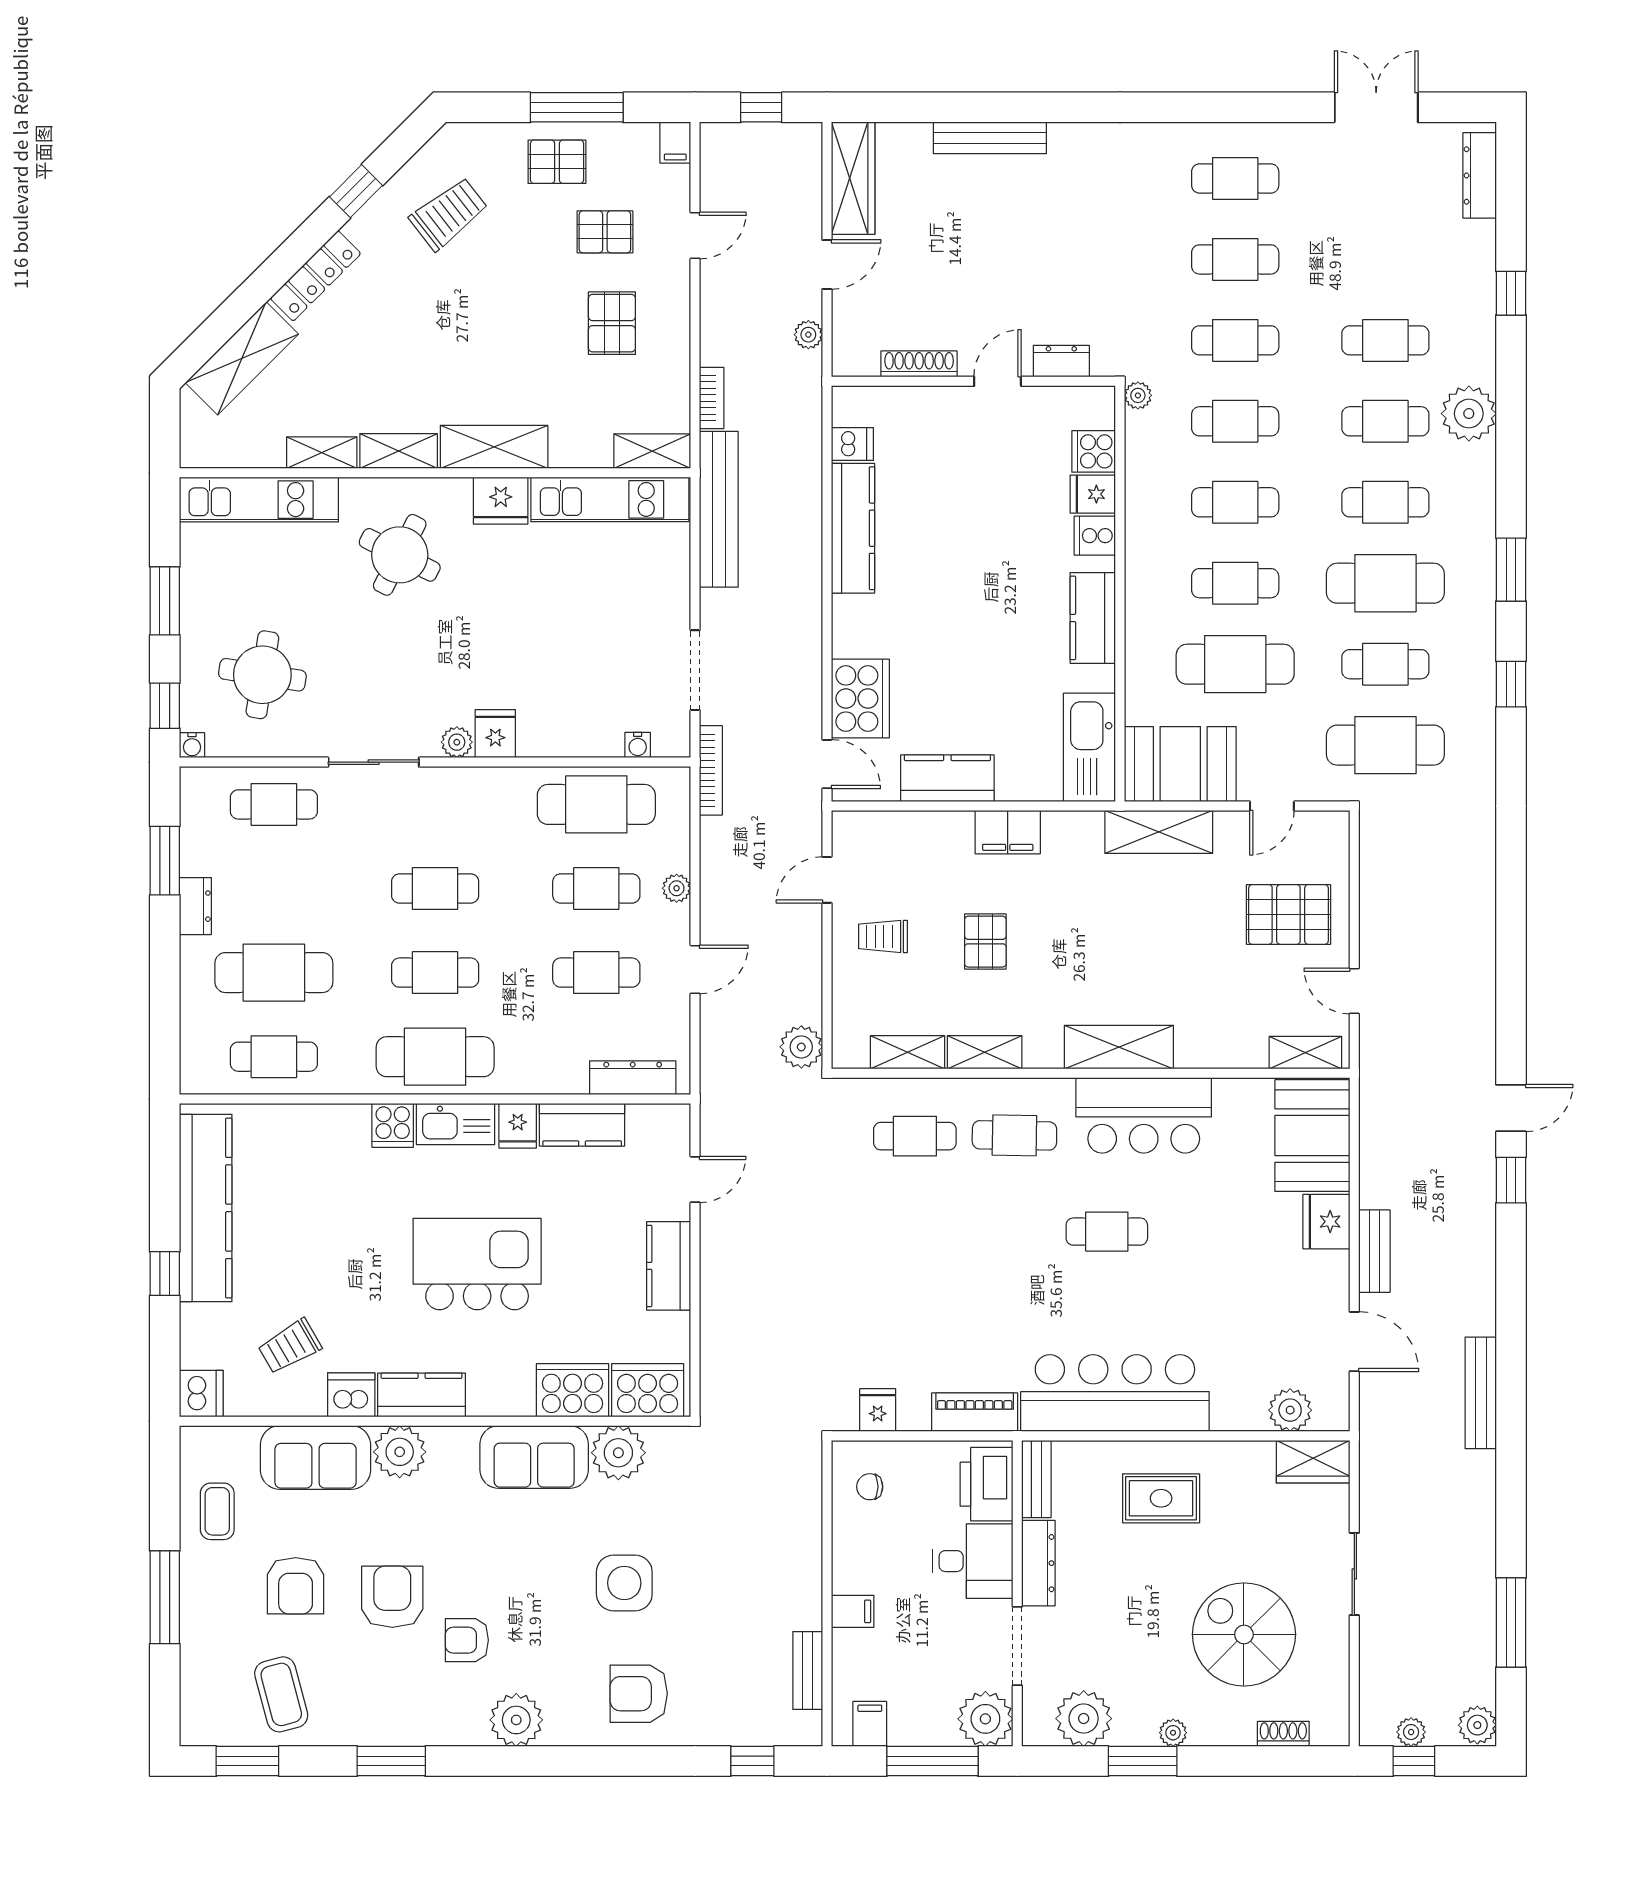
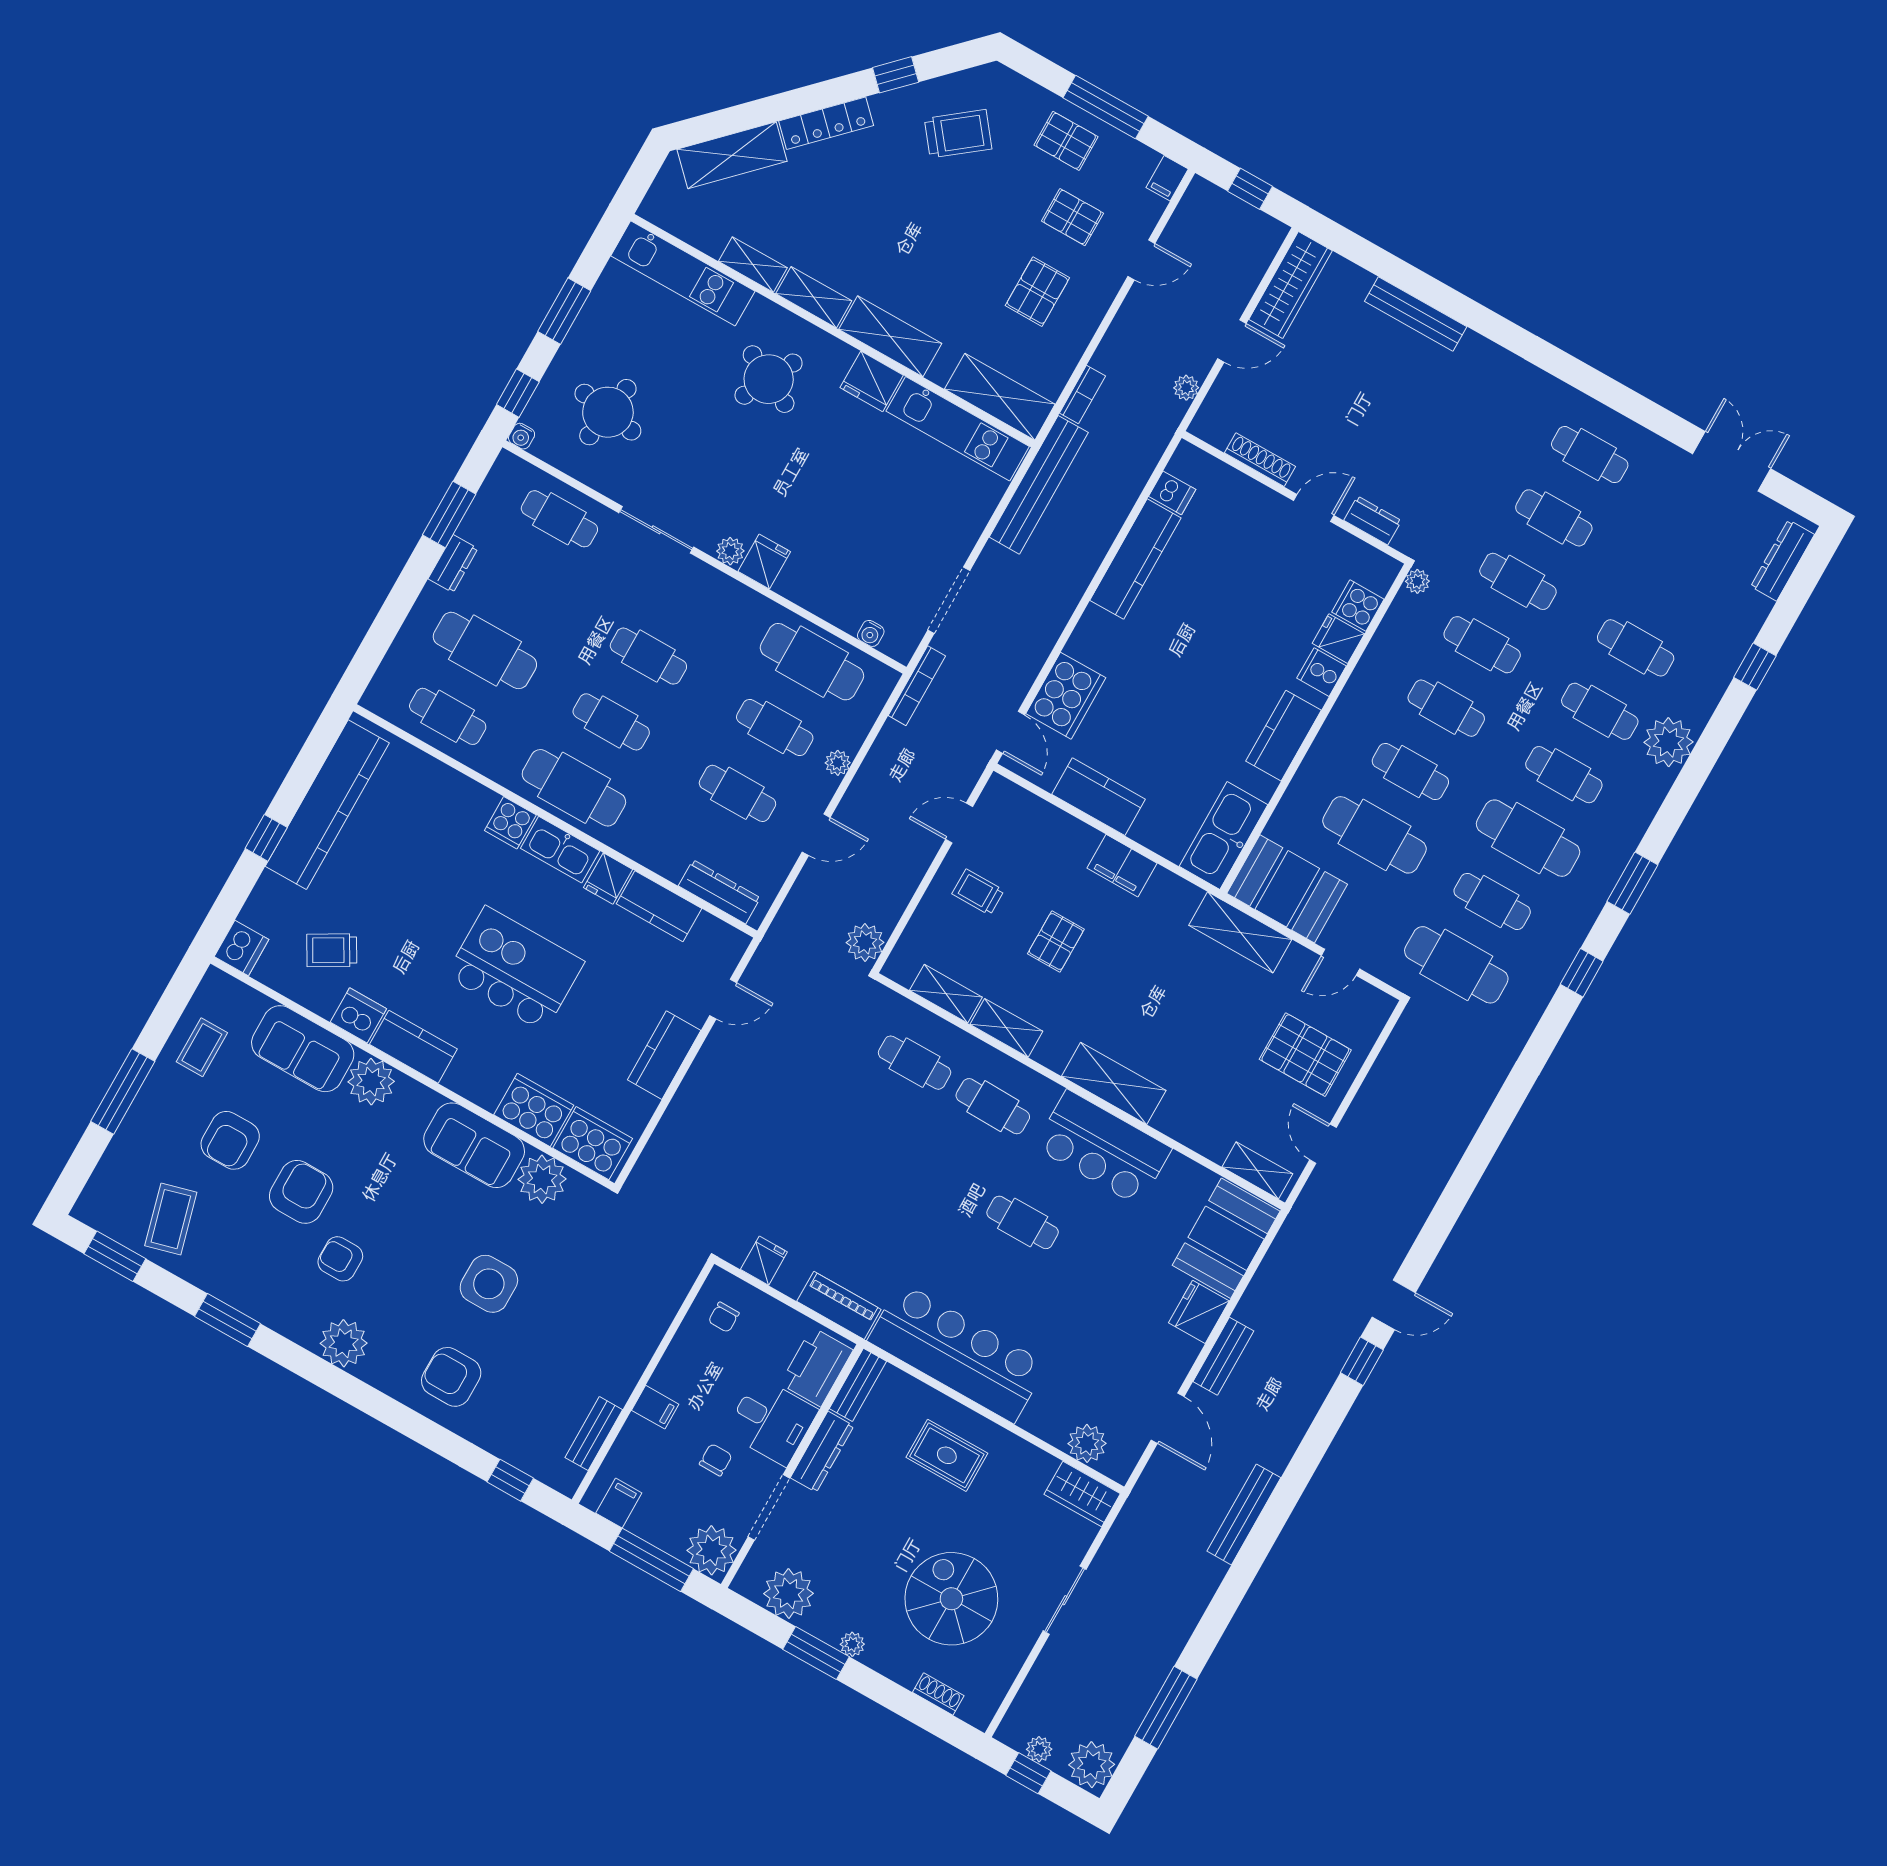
shelving: (652, 451) -> (1000, 397), width x1.50, depth x1.33
chair: (870, 1487) -> (724, 1317), turned -90
chair: (940, 1629) -> (716, 1460), added
plant: (1477, 1725) -> (1092, 1765), width x1.36, depth x1.36

